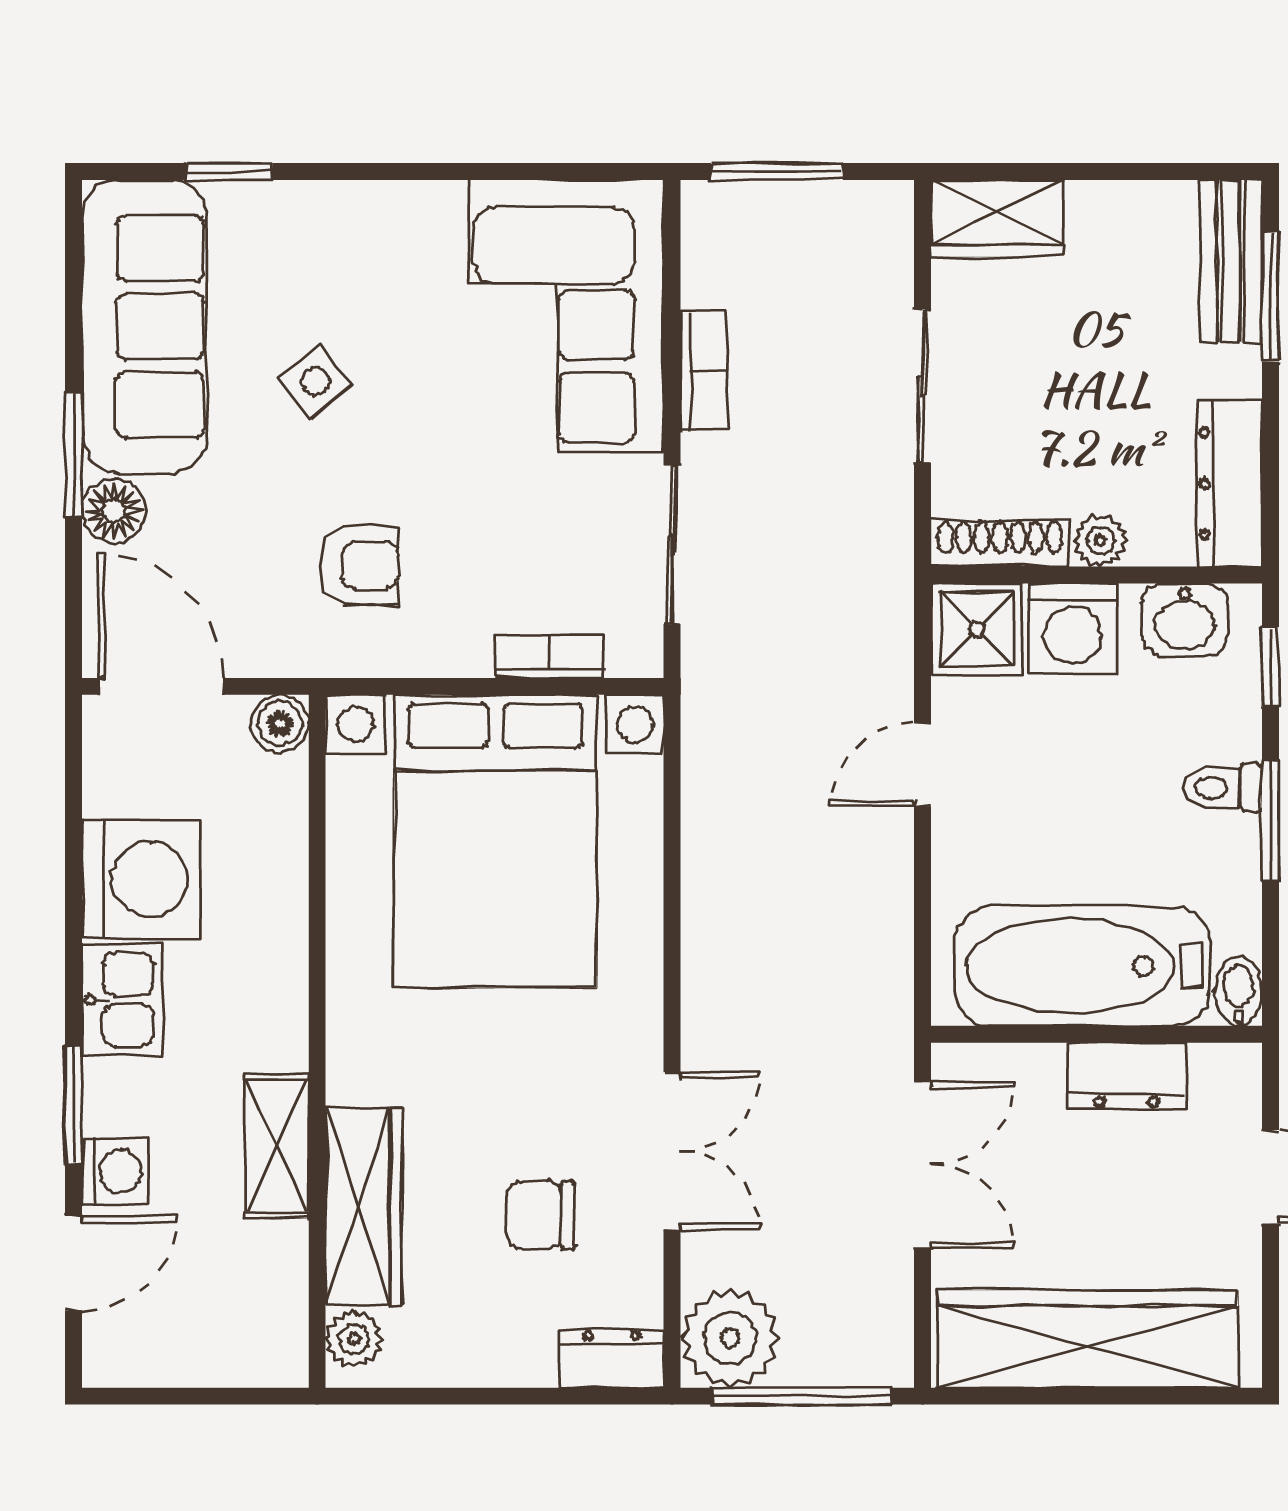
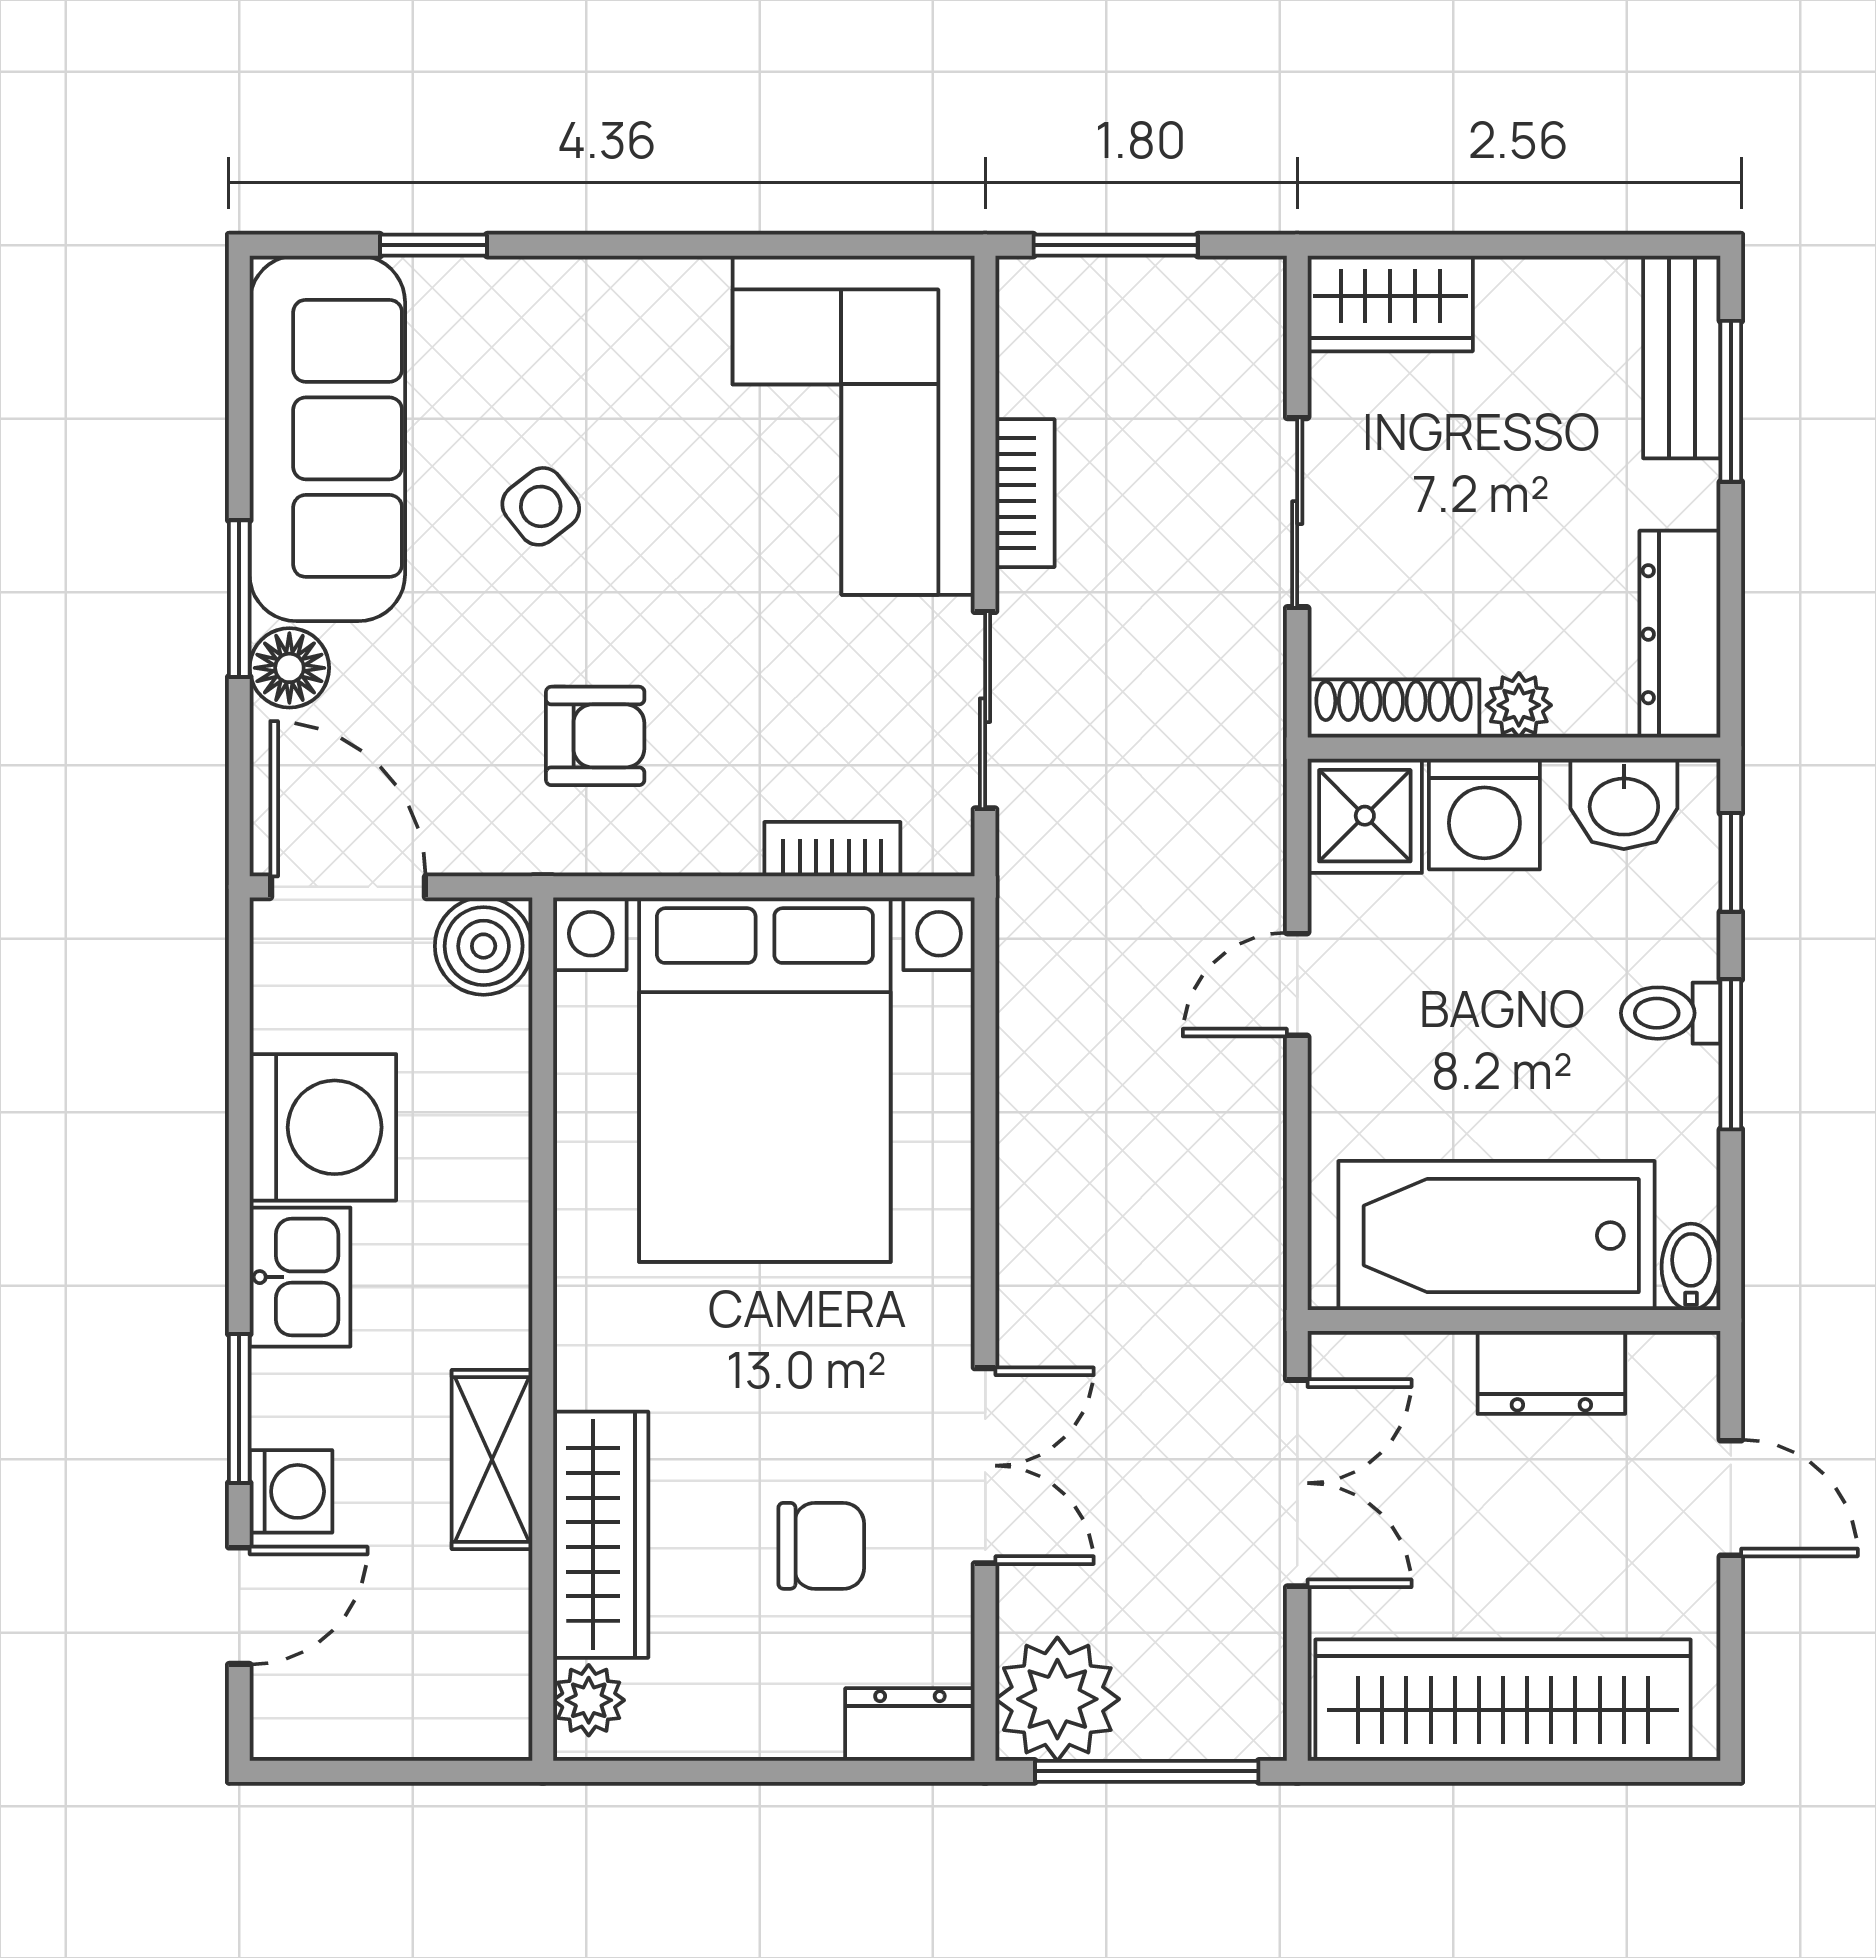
boiler: (280, 723) -> (484, 946), width x1.36, depth x1.36
chair: (541, 1215) -> (821, 1546), turned 180

